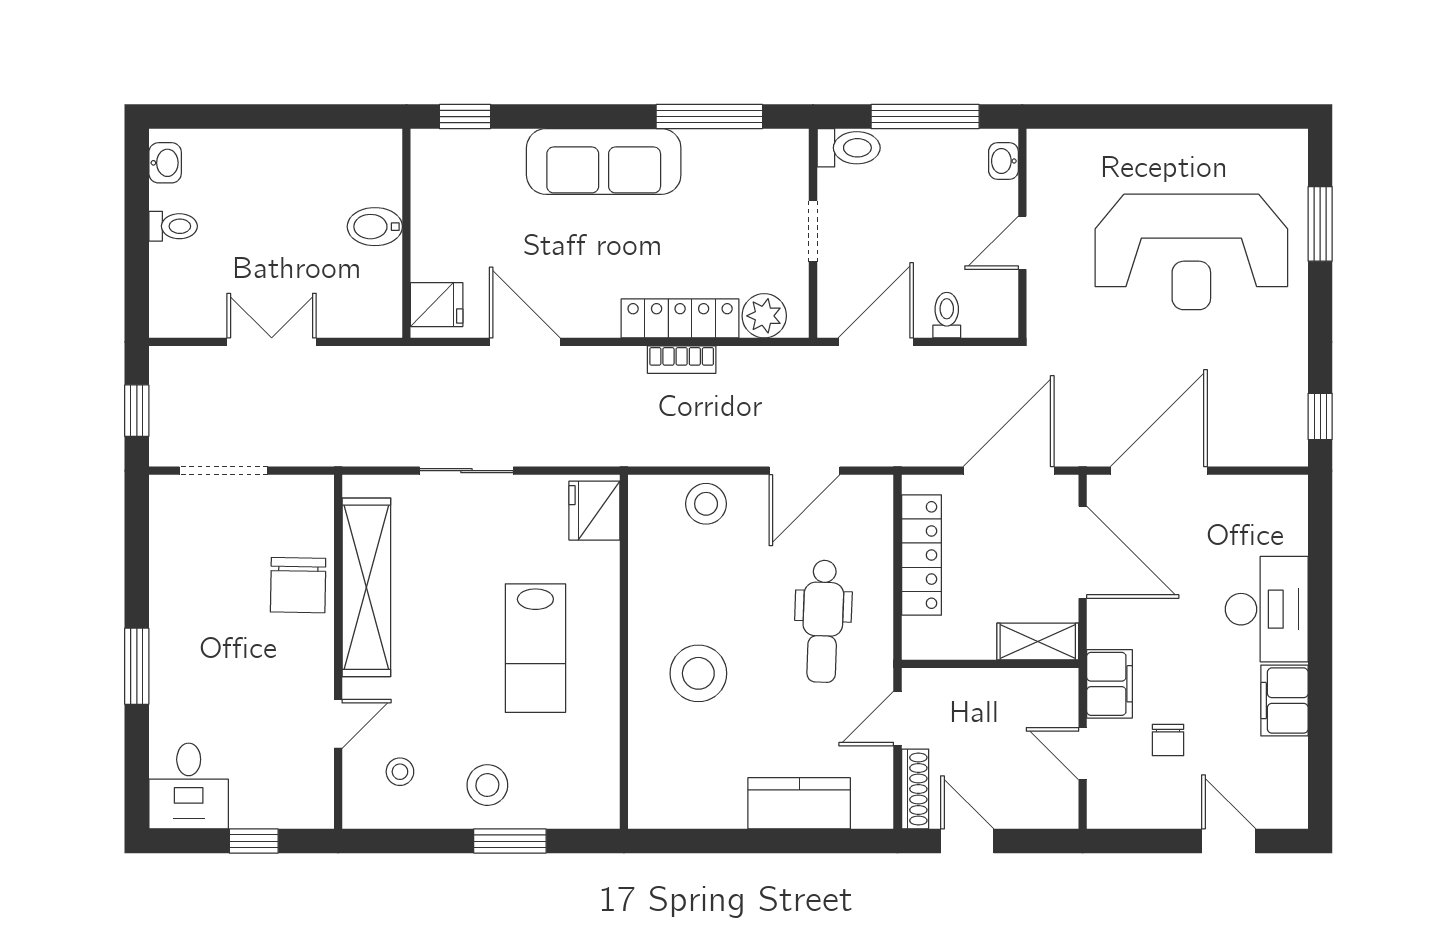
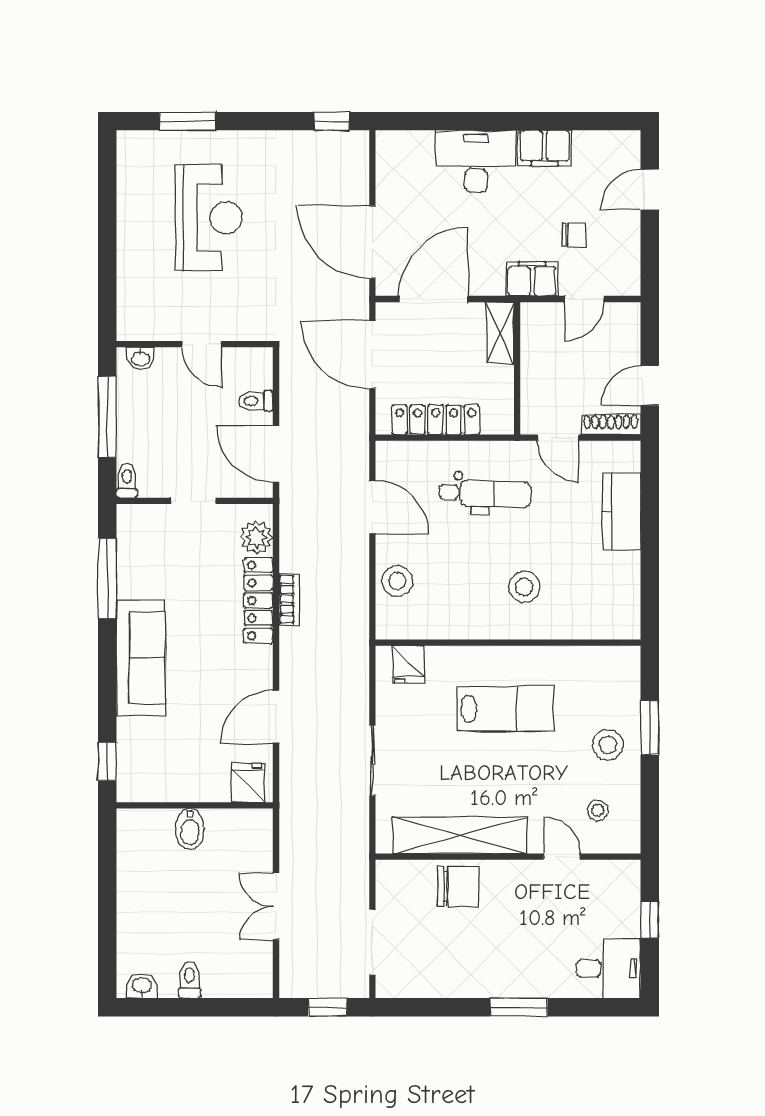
toilet: (849, 148) -> (127, 481), width x0.73, depth x0.72
reception desk: (1191, 252) -> (209, 218), width x0.74, depth x0.77
fridge: (594, 511) -> (408, 665), width x0.72
stool: (698, 673) -> (524, 587), width x0.73, depth x0.73

